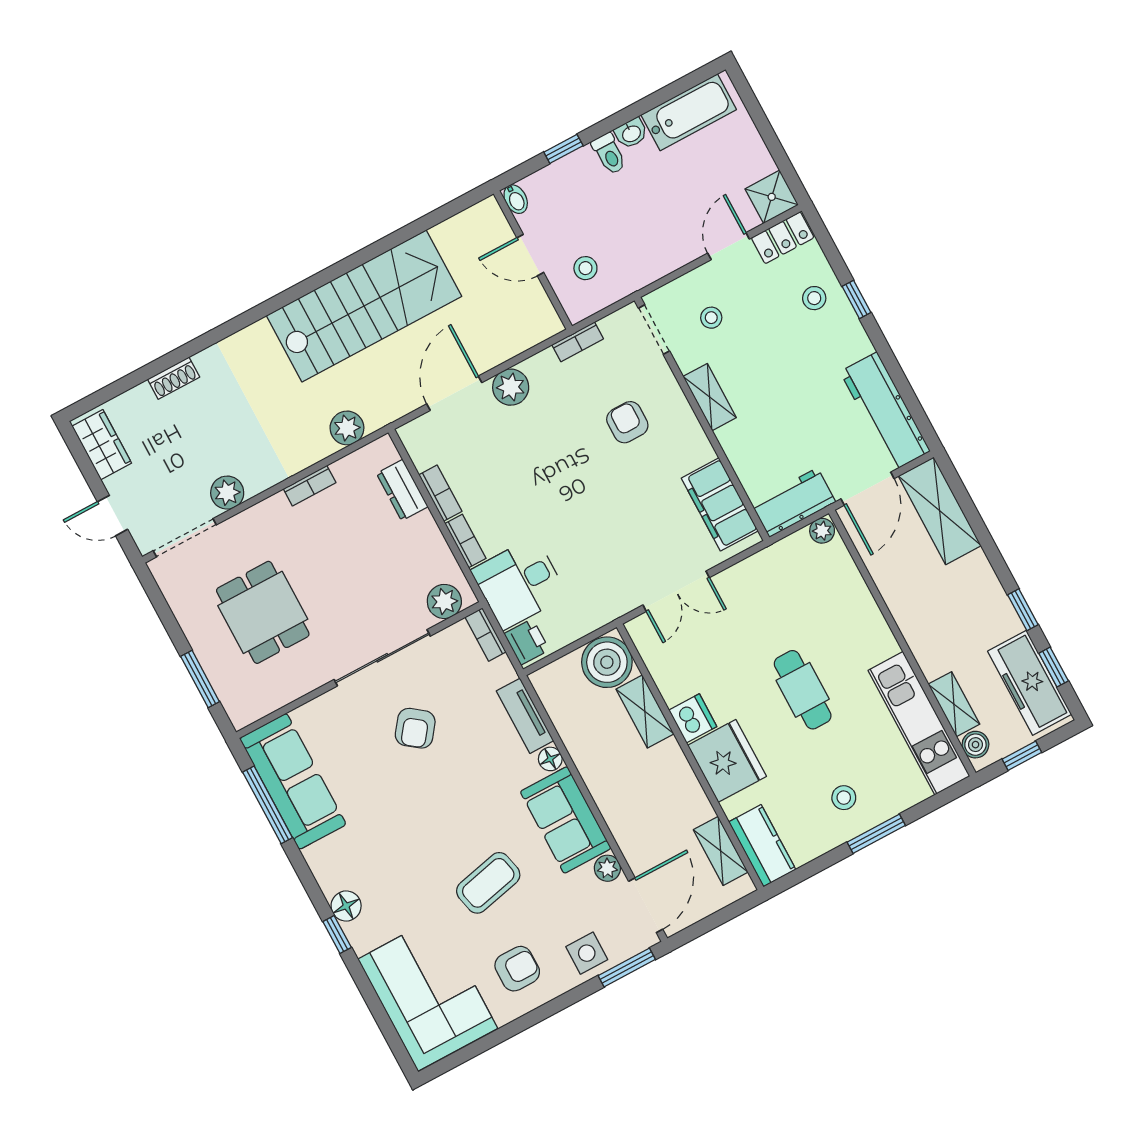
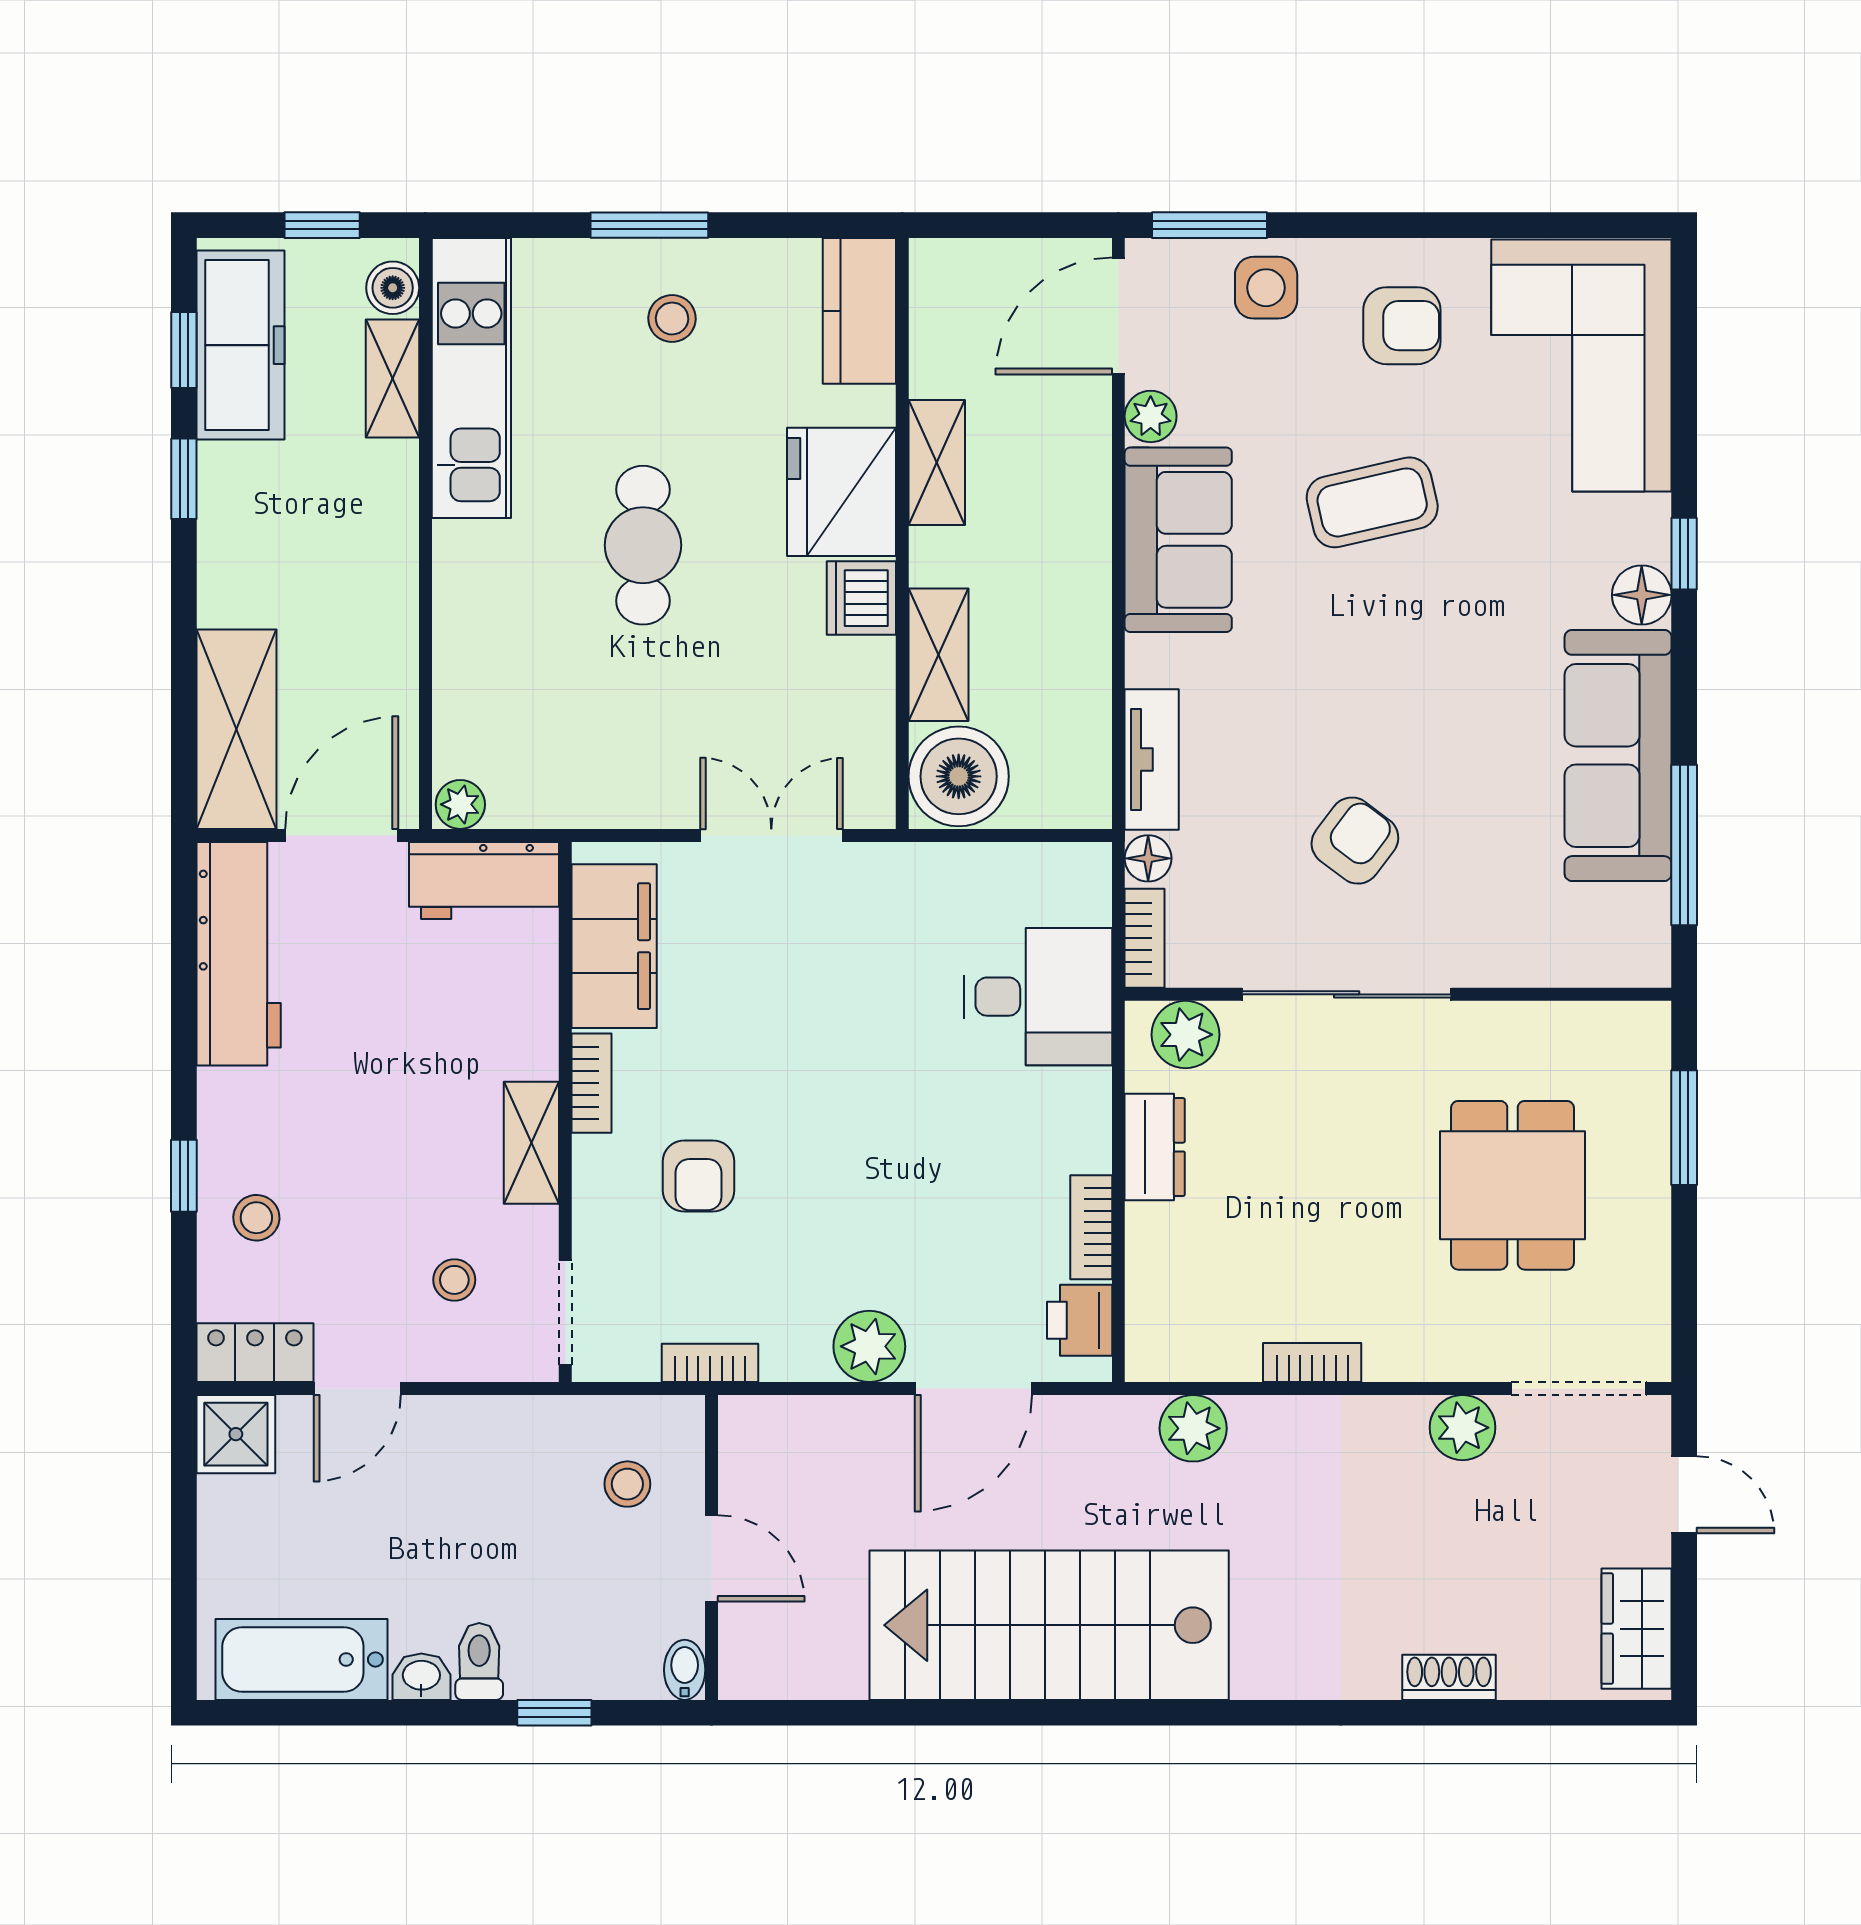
dresser: (402, 490) -> (1155, 1147), moved
bookcase: (465, 541) -> (592, 1083), moved, turned 180
printer: (527, 642) -> (1080, 1320), moved
floor lamp: (550, 759) -> (1148, 858), moved
sofa: (293, 781) -> (1618, 755), moved
shelving: (721, 851) -> (937, 463), moved
armchair: (517, 969) -> (1402, 326), turned 180

